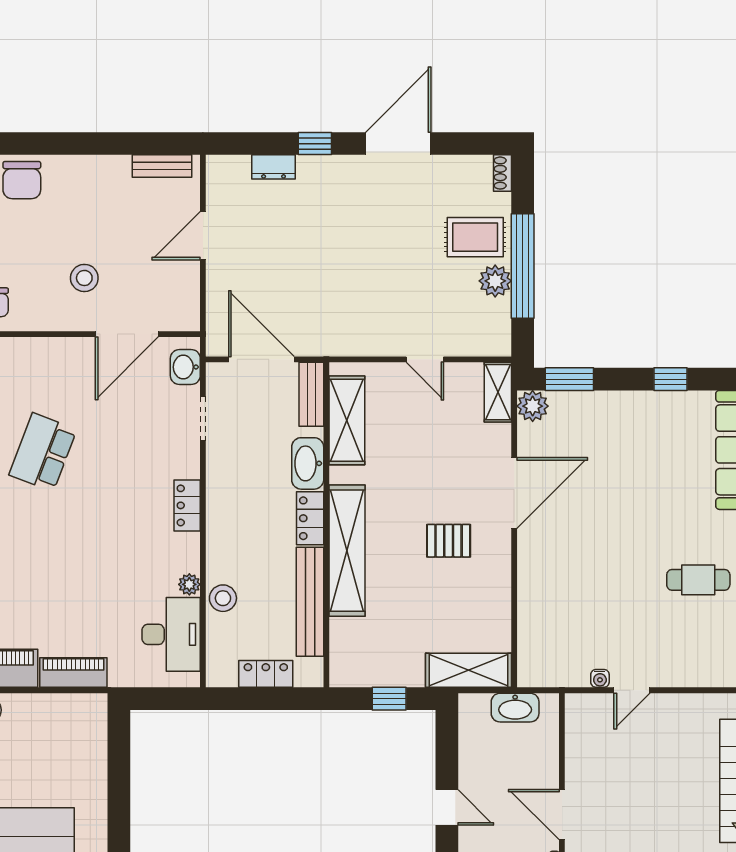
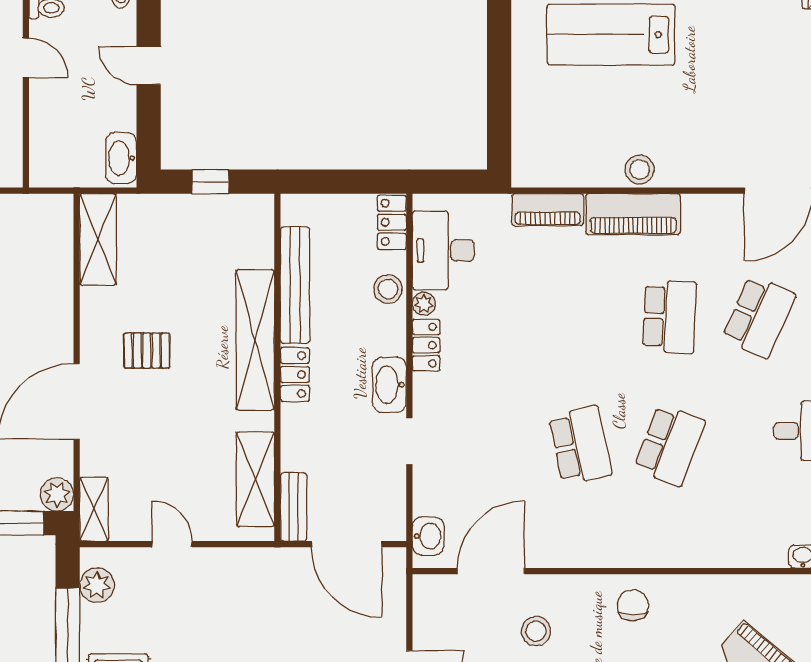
plant: (495, 281) -> (97, 585), moved
doorway: (203, 419) -> (409, 441), moved
school desk: (43, 452) -> (580, 445), turned -33
washbasin: (308, 463) -> (389, 385), moved, turned 180
locker: (187, 505) -> (426, 345), moved
shelving: (468, 670) -> (98, 239), moved, turned 90
locker: (266, 674) -> (392, 222), moved, turned 90
washbasin: (515, 708) -> (121, 158), moved, turned -90
door: (562, 814) -> (26, 58), width x0.73

